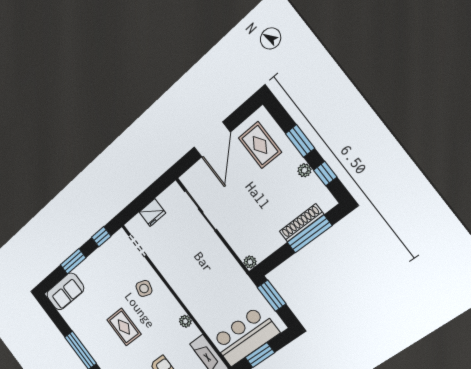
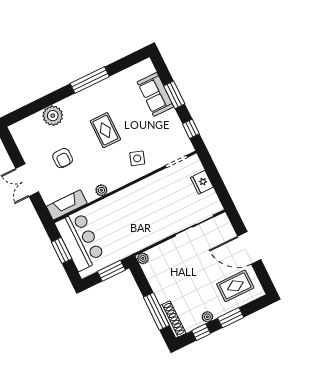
shoe rack: (301, 223) -> (173, 319), moved
sofa: (65, 292) -> (155, 94), moved
rug: (124, 327) -> (105, 130), turned 90

